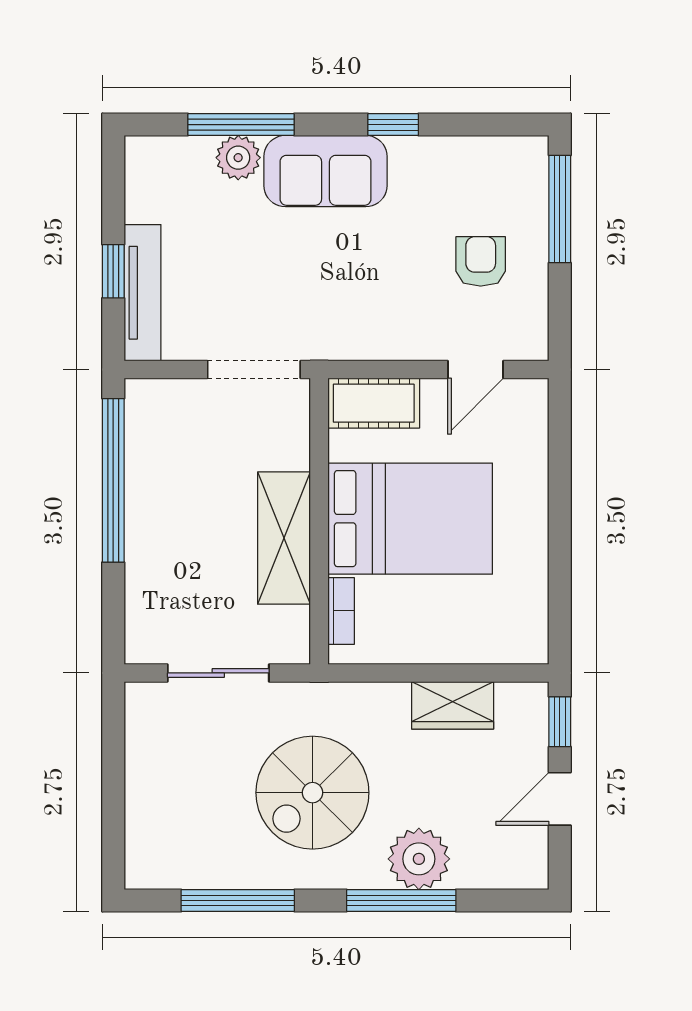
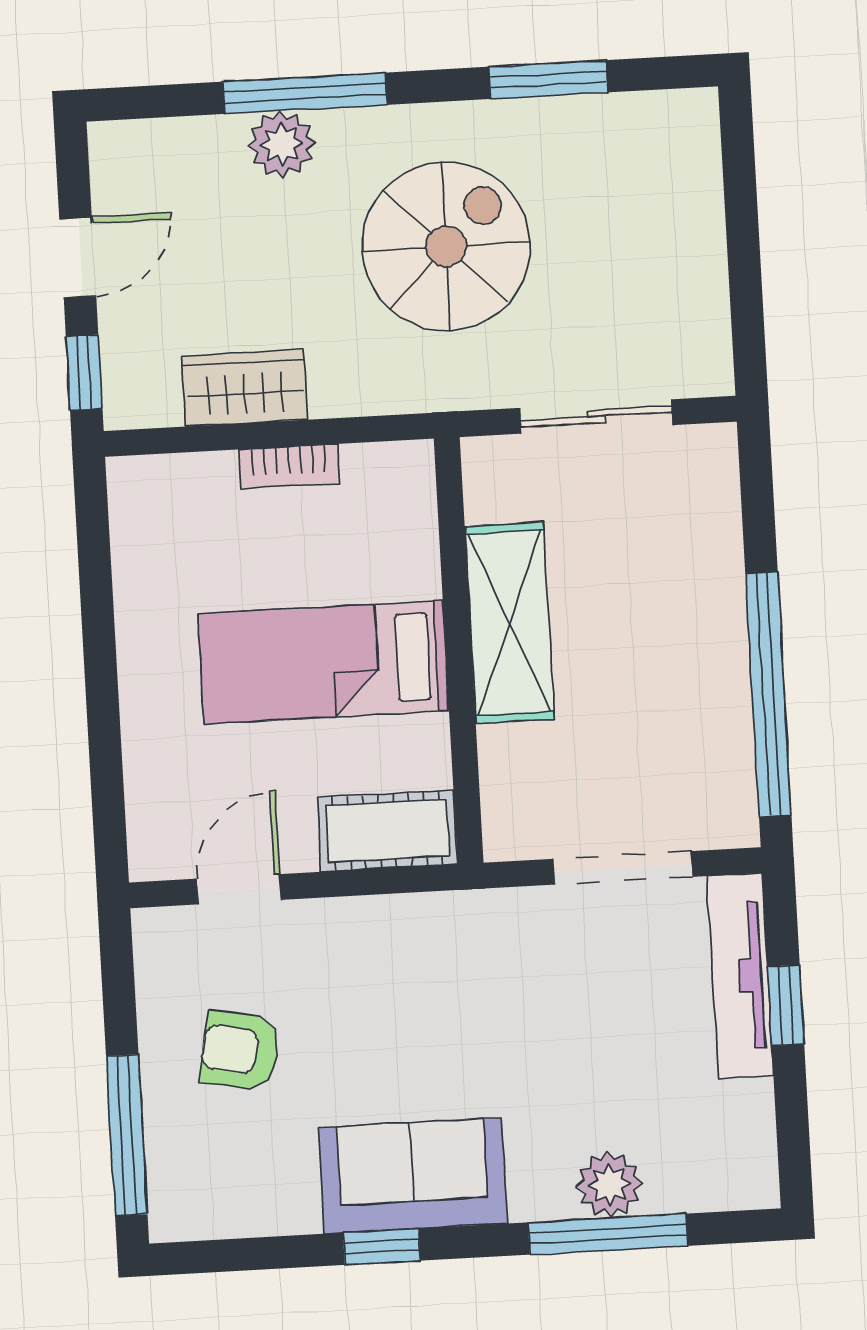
sofa: (326, 171) -> (413, 1176), moved
armchair: (481, 261) -> (240, 1051), turned 101
doorway: (254, 370) -> (623, 868), moved
bed: (410, 519) -> (324, 662), width x0.67
bookcase: (341, 611) -> (289, 466), moved, turned -90
plant: (419, 859) -> (282, 144), width x0.73, depth x0.73
window: (238, 901) -> (548, 80), width x0.69

